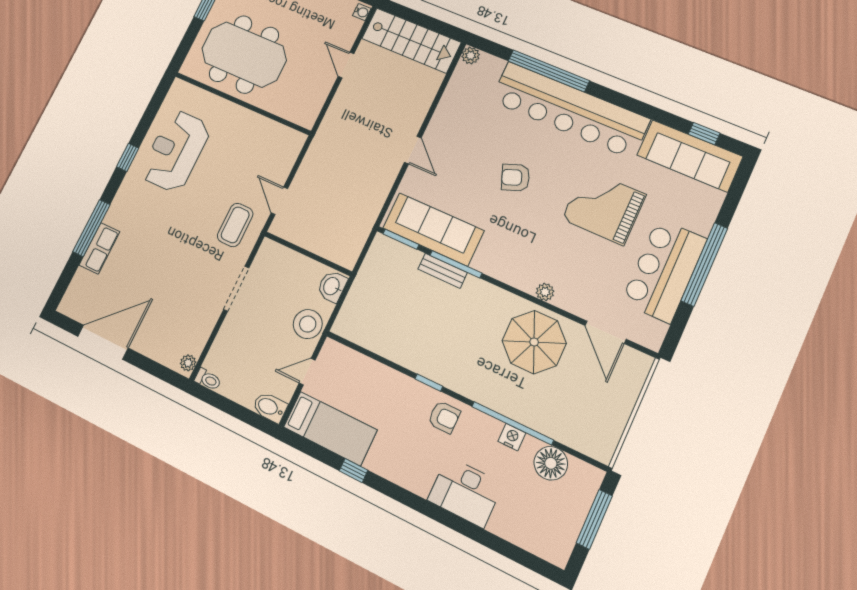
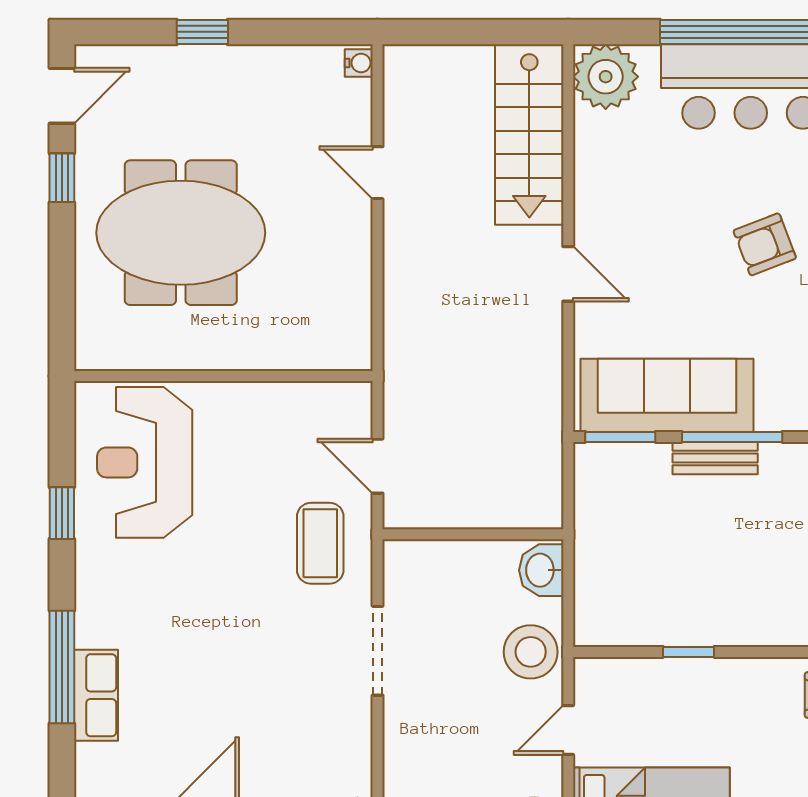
stairs: (411, 40) -> (529, 134), moved, turned 90
plant: (471, 56) -> (606, 77), width x1.88, depth x1.88
wall: (242, 103) -> (223, 376), moved
window: (429, 383) -> (689, 652), moved

